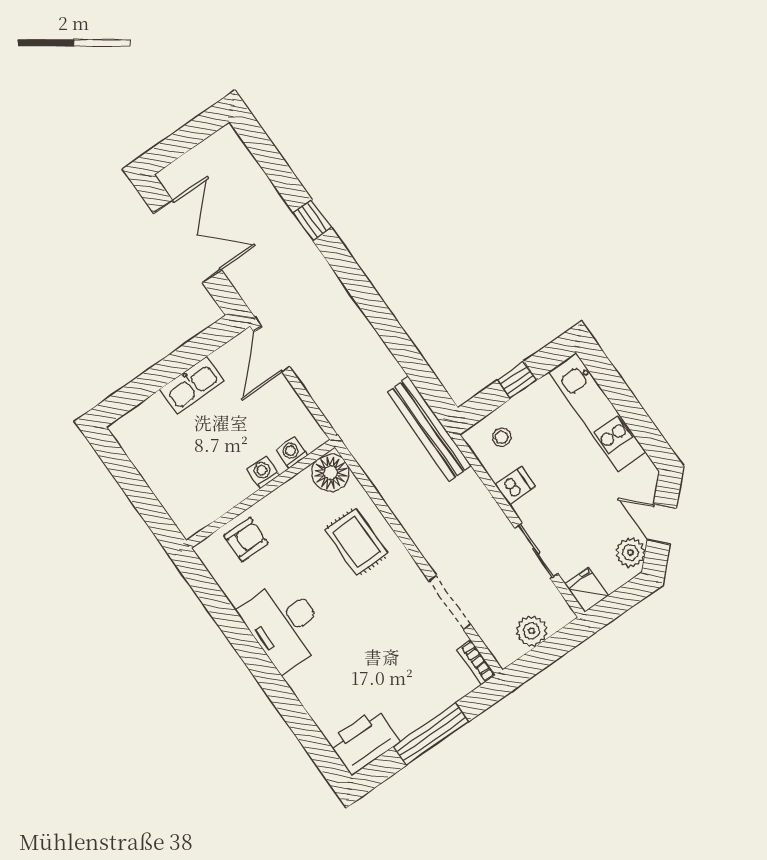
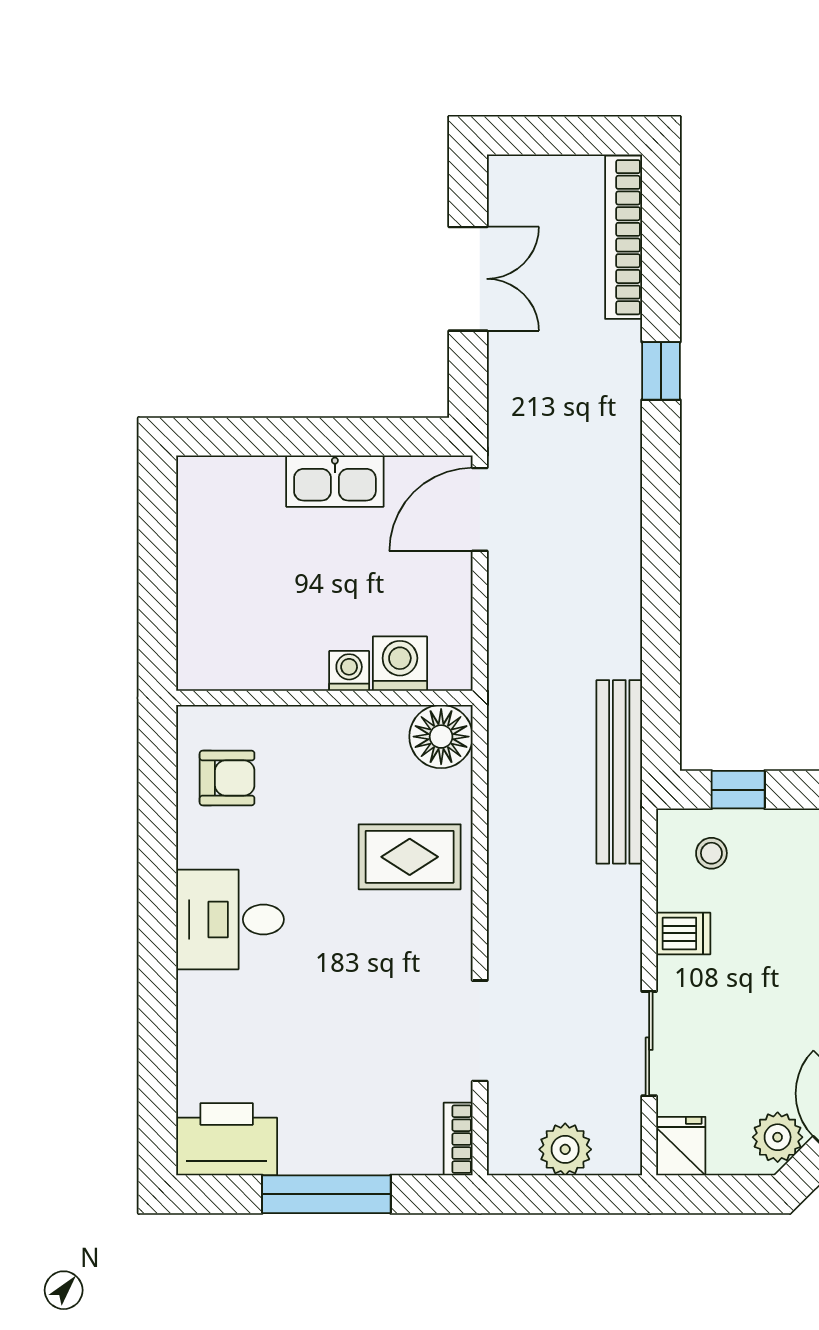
bookcase: (249, 168) -> (624, 237), added
double door: (187, 241) -> (468, 279), width x0.73
window: (517, 380) -> (738, 790), moved
washing machine: (292, 453) -> (400, 664), width x1.38, depth x1.38
armchair: (246, 539) -> (227, 778), moved
rug: (356, 542) -> (410, 857), turned 90
desk: (284, 625) -> (230, 919), width x0.73

